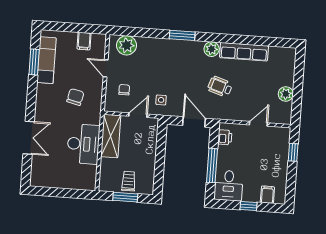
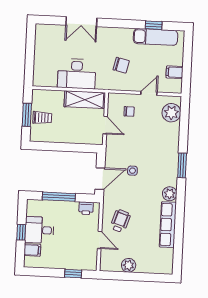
window: (34, 62) -> (154, 25), width x0.67
wheelchair: (220, 87) -> (120, 221), moved
side table: (161, 100) -> (132, 171), moved
desk: (229, 186) -> (39, 230), moved

